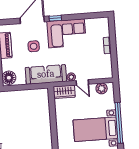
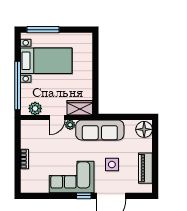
door: (82, 82) -> (57, 117), swing flipped
window: (119, 123) -> (18, 86), moved

